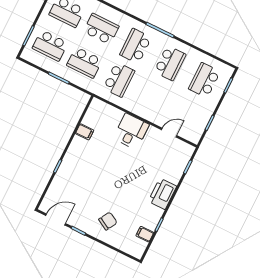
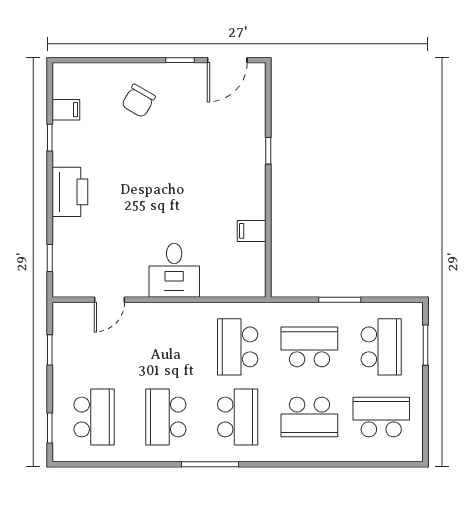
school desk: (50, 45) -> (381, 347), turned 90

